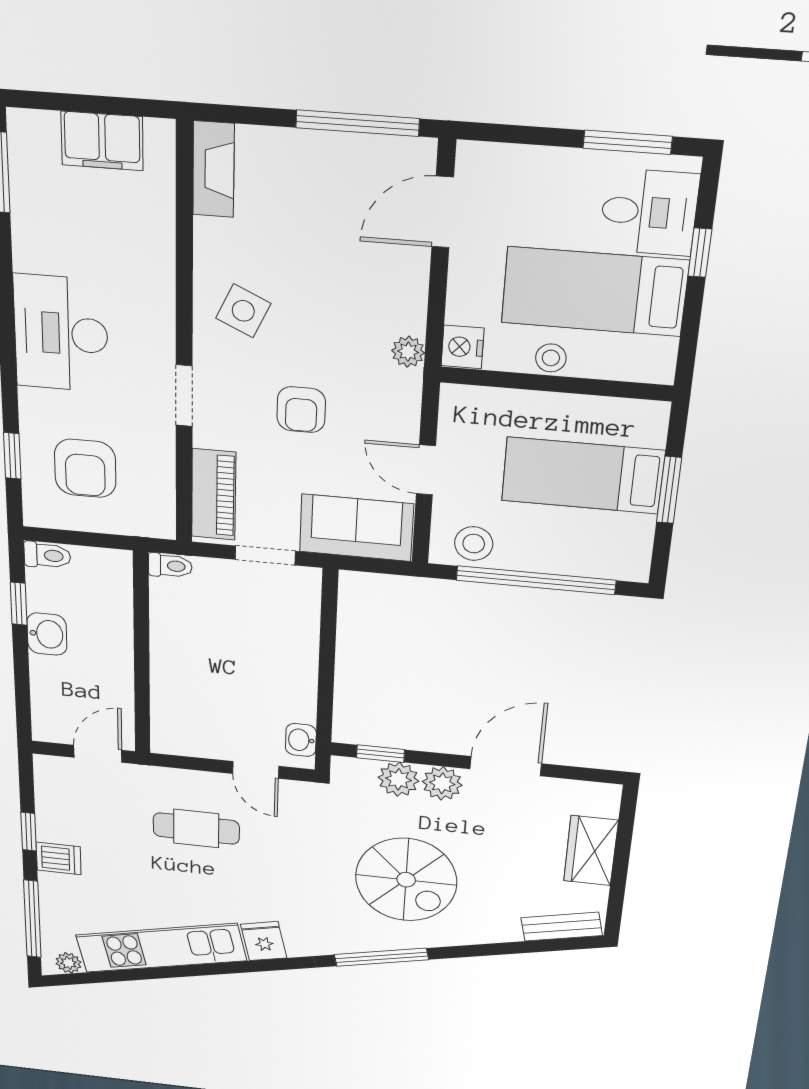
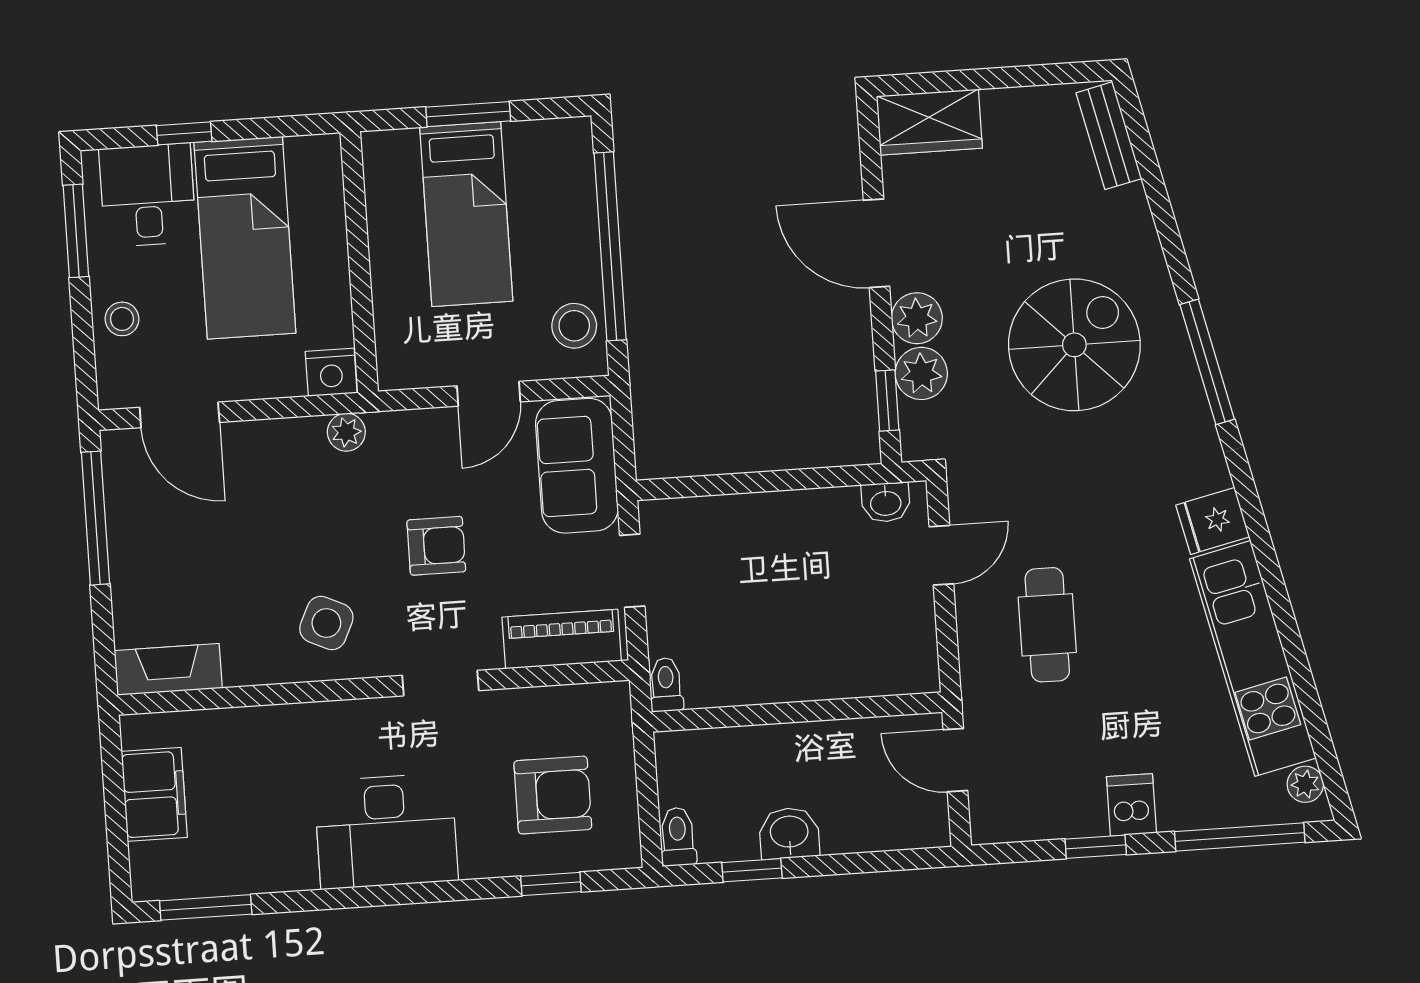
stool: (551, 358) -> (122, 319), moved
wardrobe: (591, 851) -> (929, 122), moved

